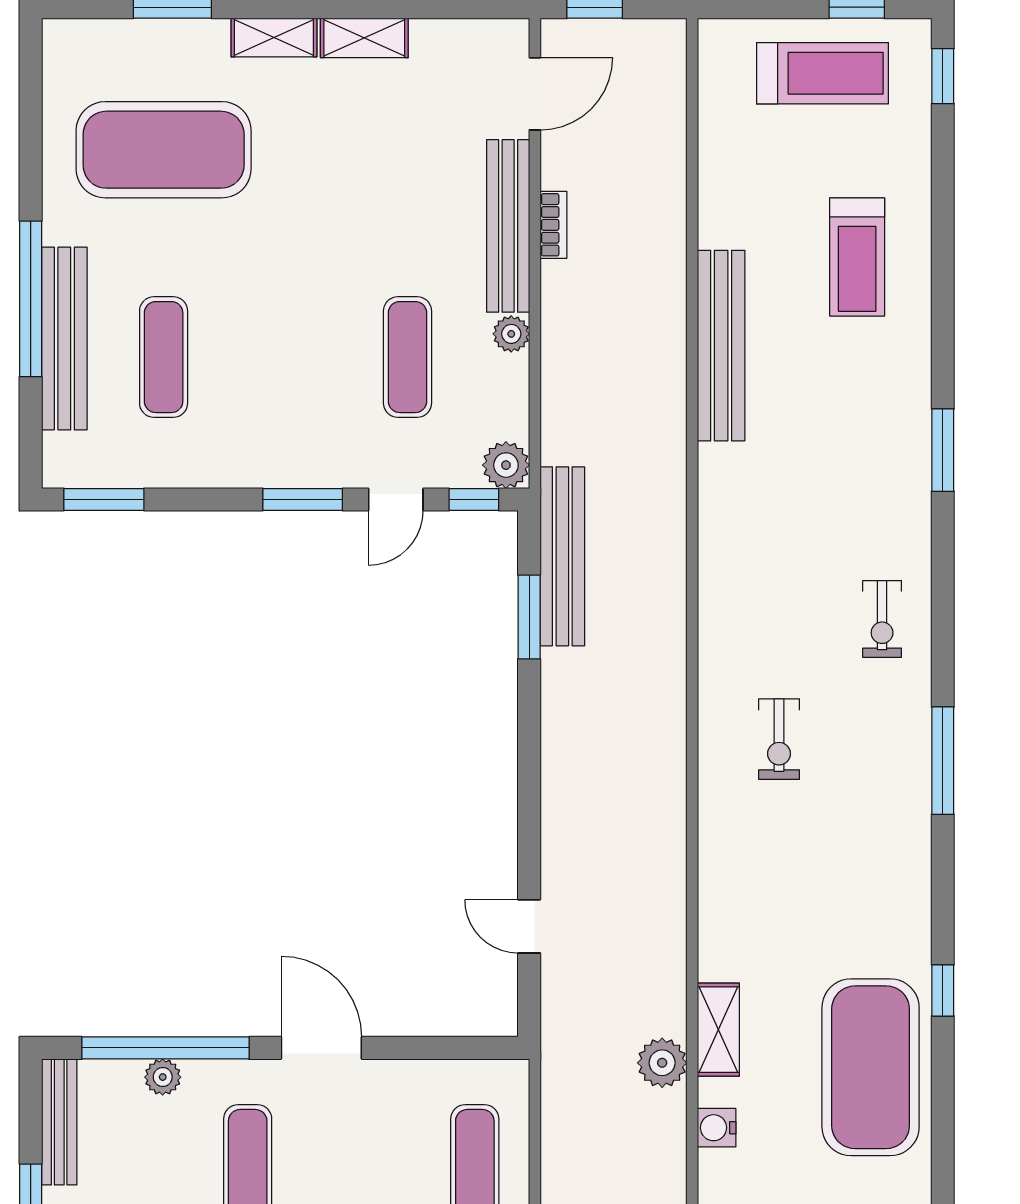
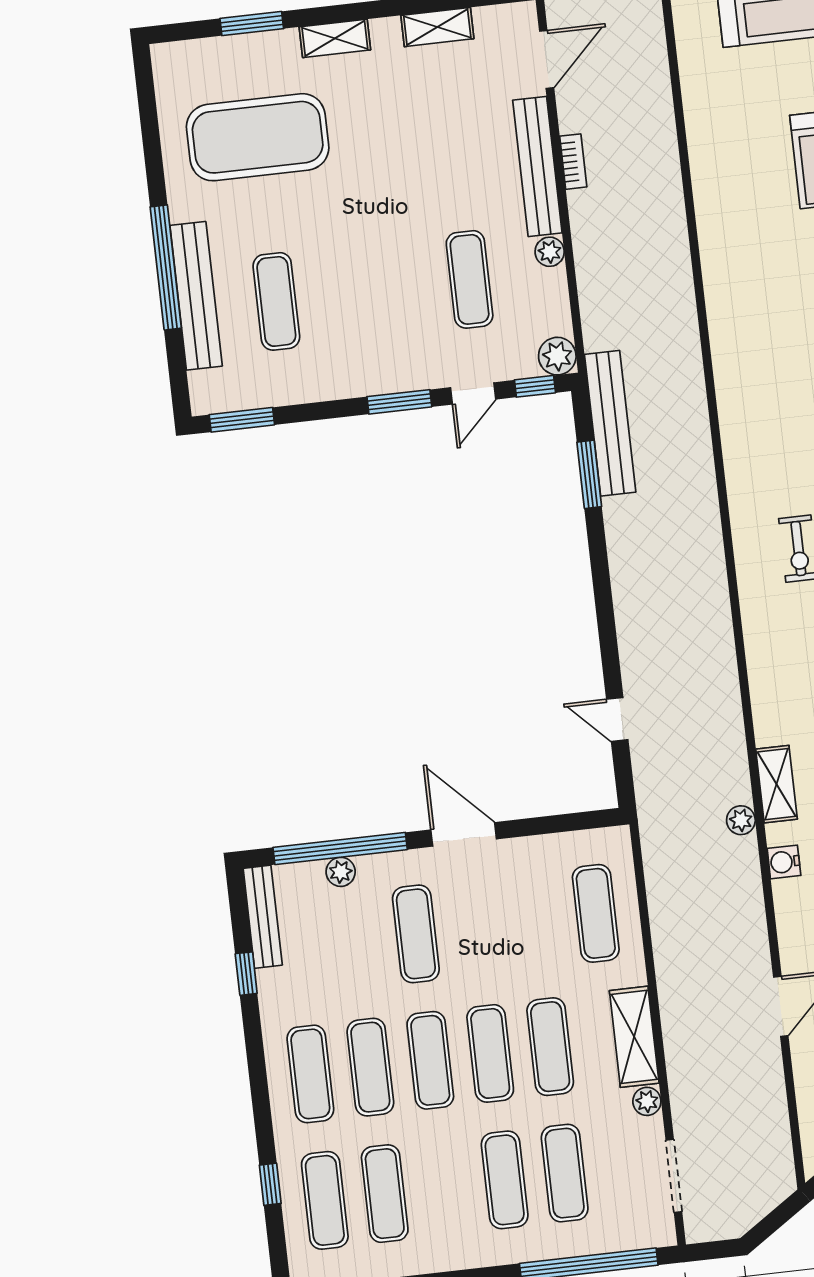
shelving: (364, 38) -> (437, 27), moved
bench: (721, 346) -> (717, 242), removed
plant: (662, 1063) -> (741, 820), width x0.73, depth x0.73

